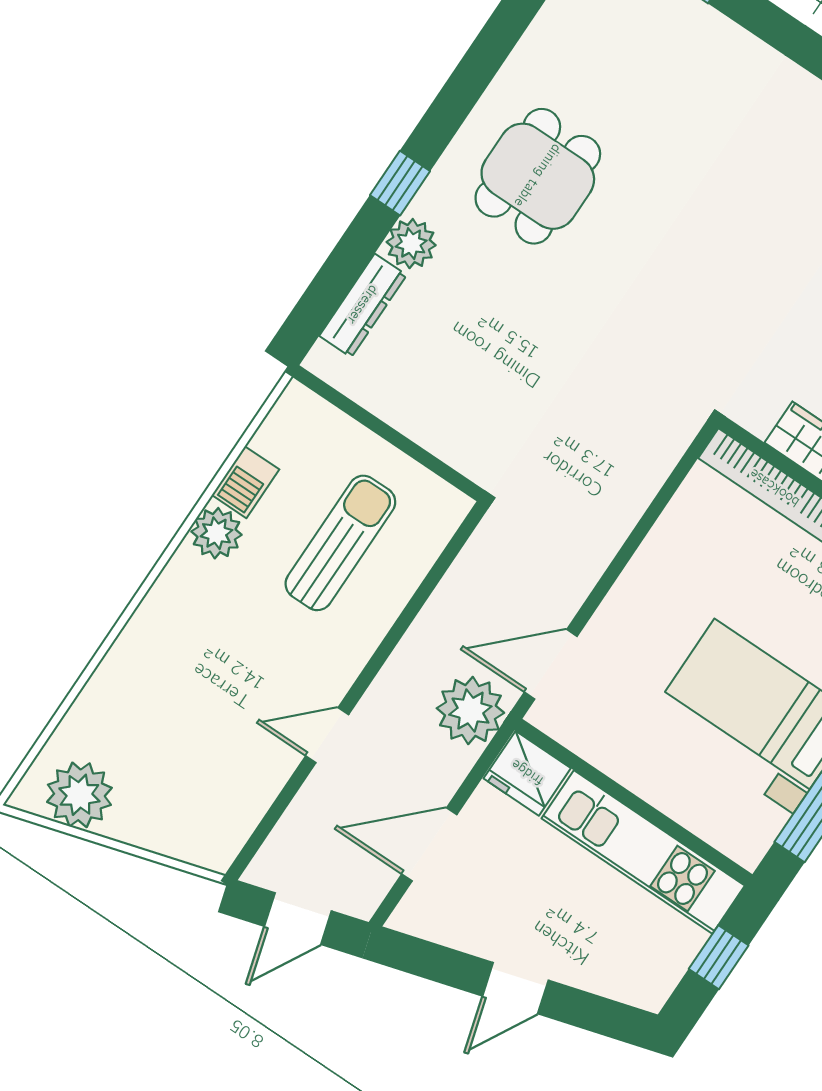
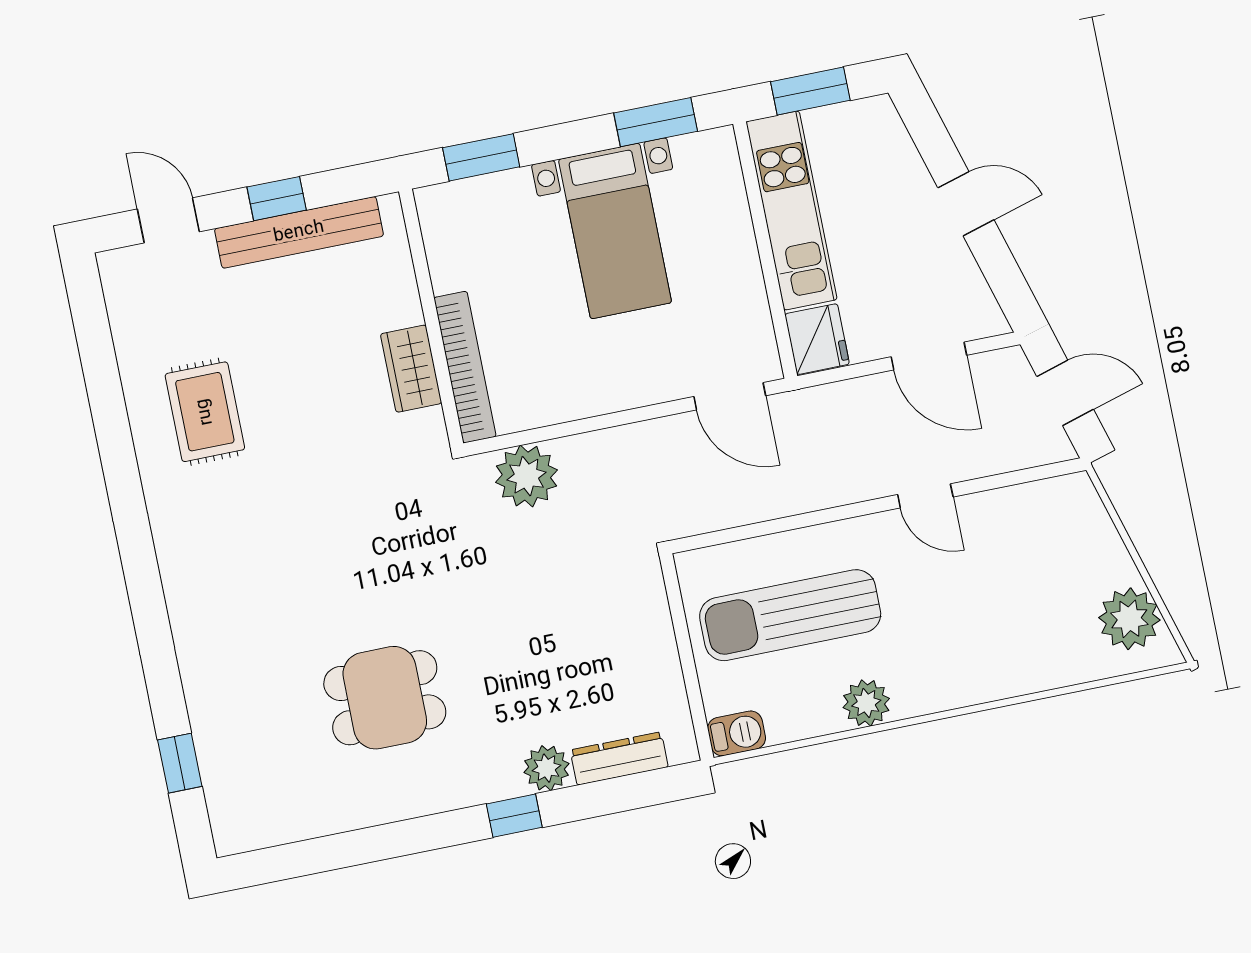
dining table: (538, 176) -> (385, 698), moved
barbecue: (246, 482) -> (737, 733), moved
sun lounger: (340, 543) -> (790, 615), width x1.36, depth x1.34
plant: (470, 711) -> (526, 476), moved
window: (719, 957) -> (810, 91), width x1.50

